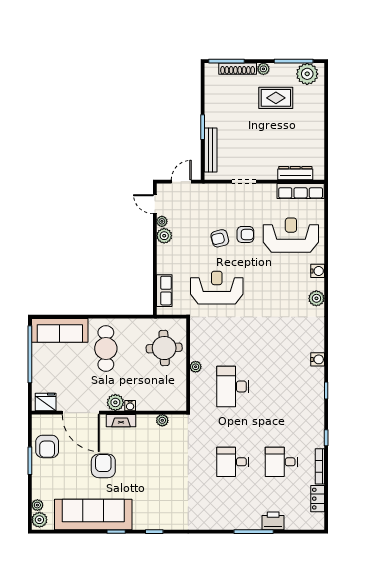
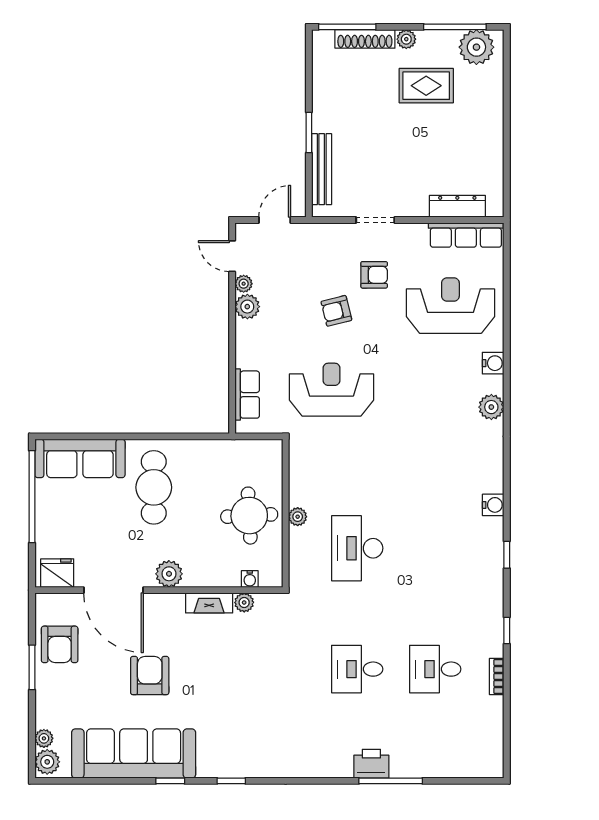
armchair: (245, 234) -> (374, 275), moved
round table: (164, 348) -> (249, 516), moved
water cooler: (130, 406) -> (250, 579), moved
fireplace: (121, 421) -> (209, 603), moved
bookcase: (320, 466) -> (497, 677), width x0.64
locker: (318, 499) -> (493, 728), removed
printer: (273, 521) -> (371, 764), moved

